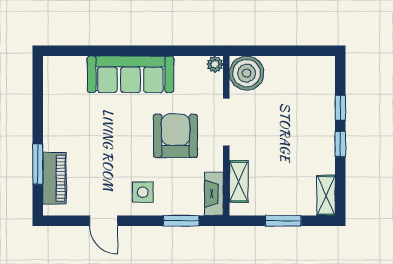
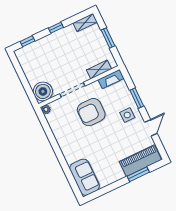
sofa: (130, 74) -> (85, 177), moved, width x0.73
window: (340, 108) -> (28, 41), moved
piano: (54, 178) -> (140, 161), width x1.37, depth x1.33
window: (181, 221) -> (137, 98), moved

